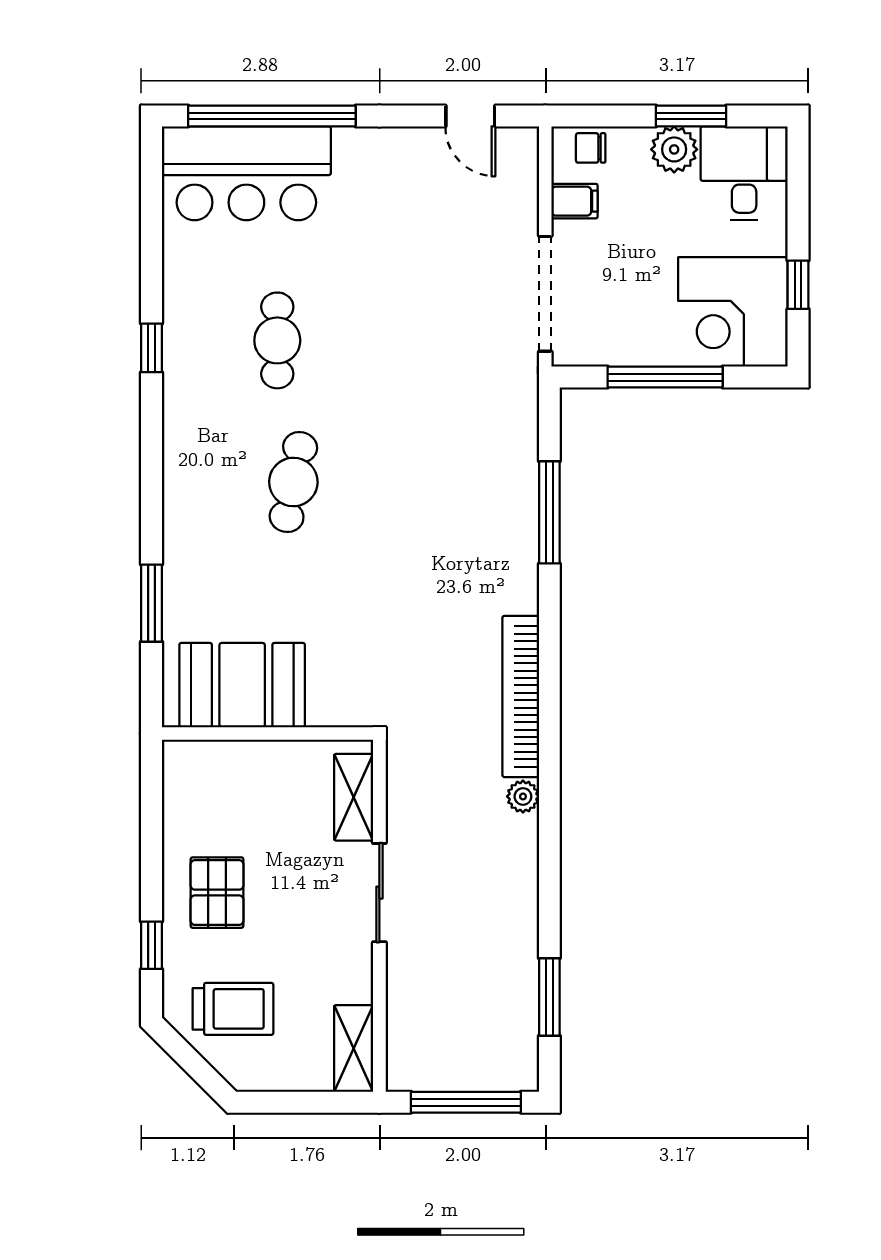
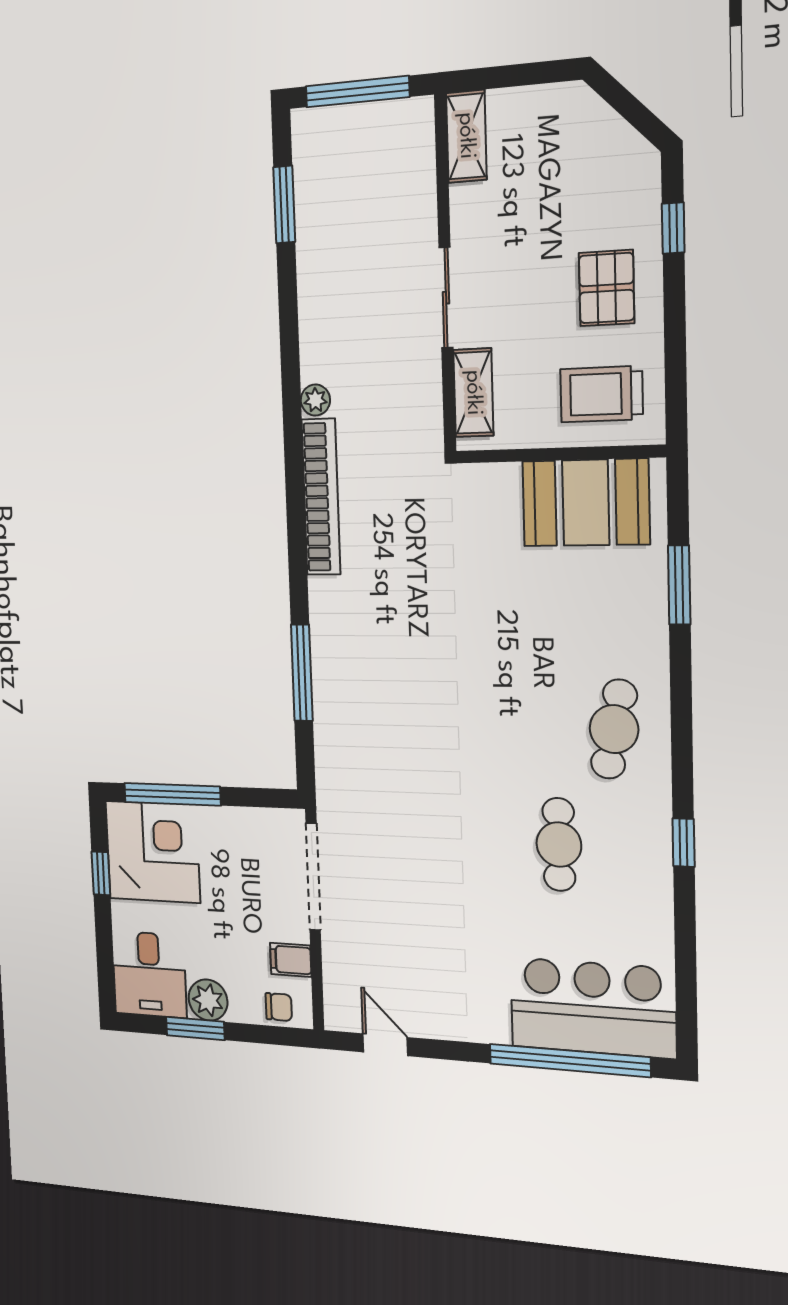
window: (665, 377) -> (172, 794), moved
cafe table: (293, 482) -> (614, 729), moved
trolley: (233, 1009) -> (602, 394), moved

